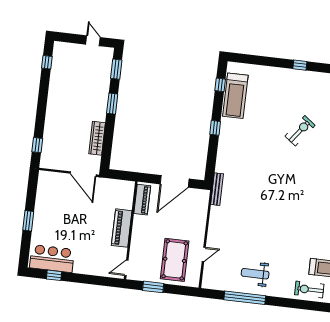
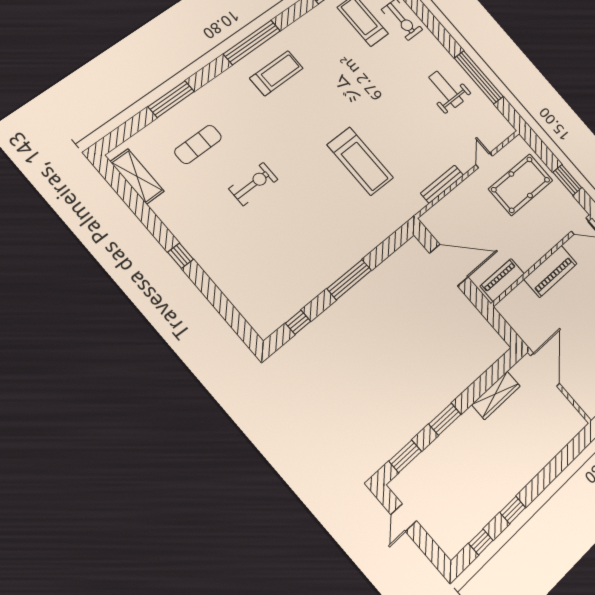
treadmill: (235, 96) -> (360, 161), moved, turned 90
window: (215, 128) -> (349, 279), width x2.17
exercise bike: (300, 131) -> (253, 184), turned 143
window: (37, 145) -> (513, 510), moved
bench: (217, 189) -> (442, 184), moved
door: (204, 254) -> (484, 160), hinge flipped
weight bench: (255, 274) -> (446, 89), turned 180

